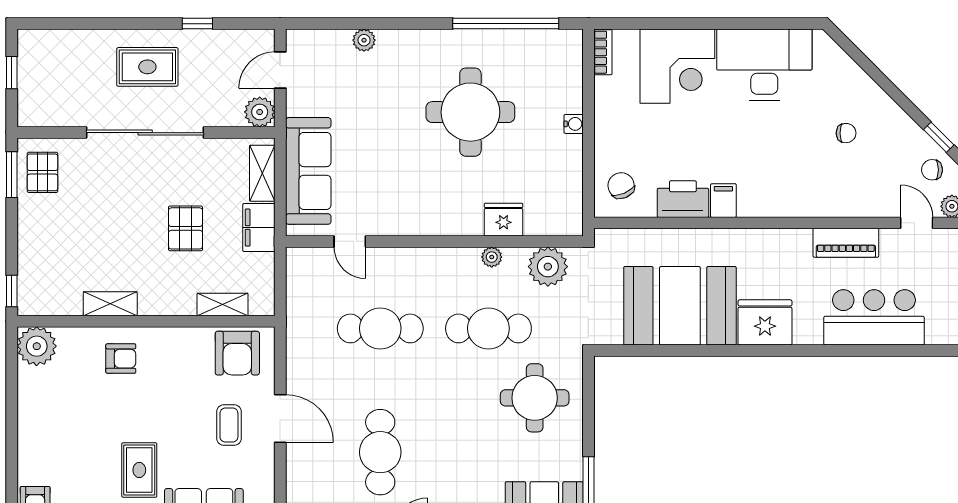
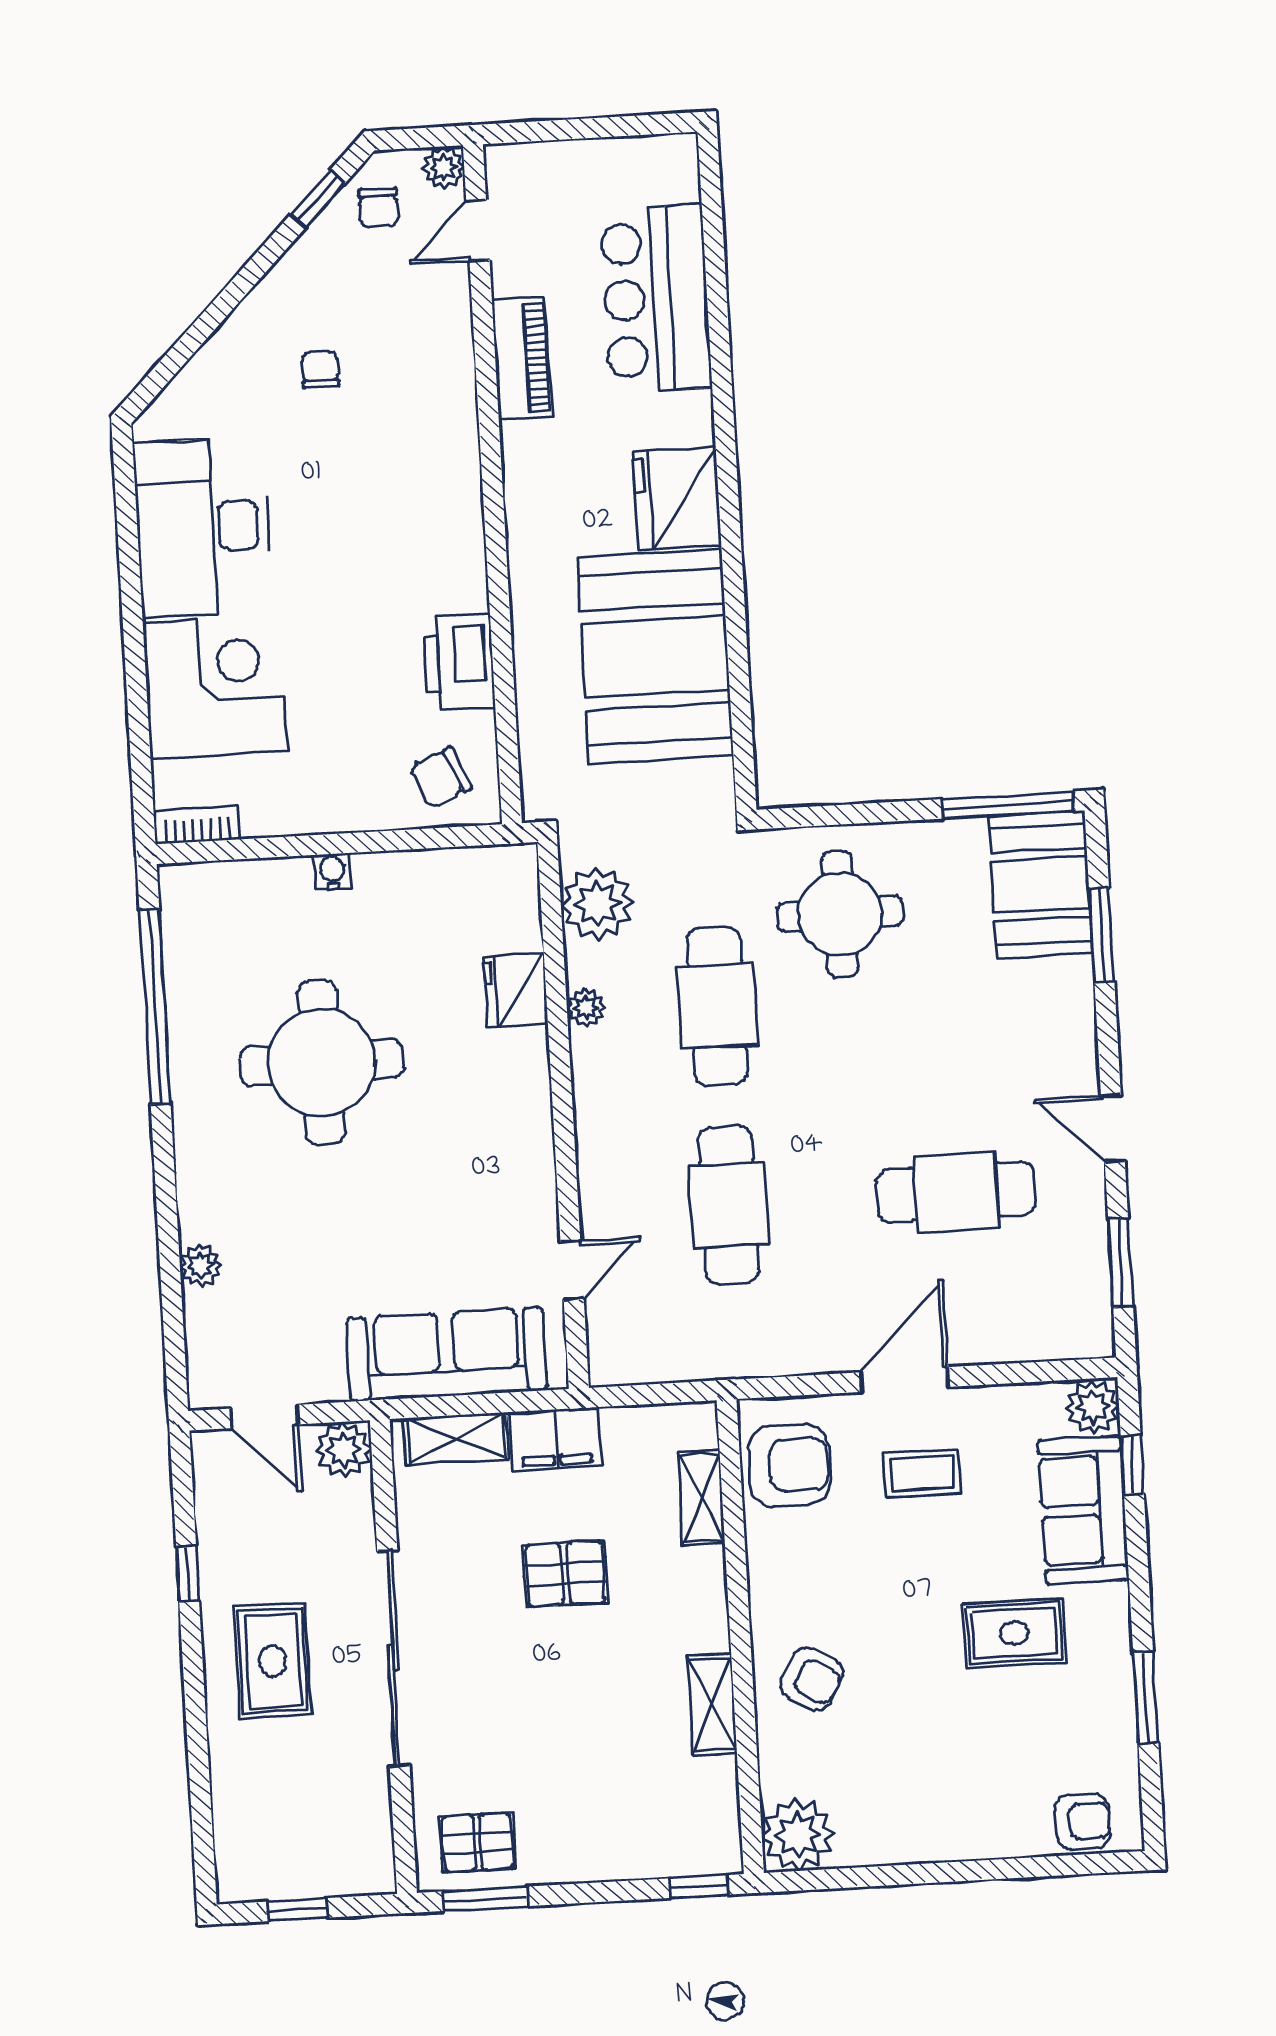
filing cabinet: (723, 201) -> (457, 588), removed
armchair: (121, 359) -> (812, 1679), turned 120

